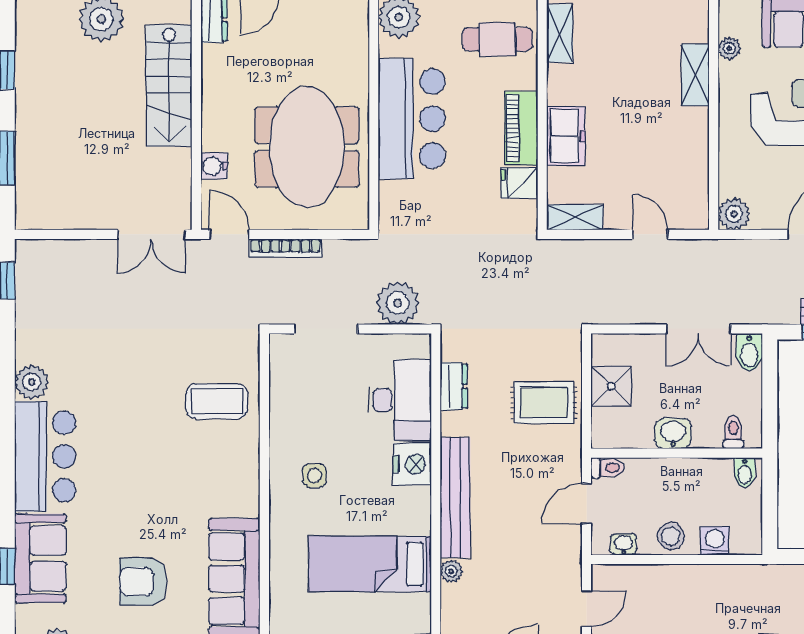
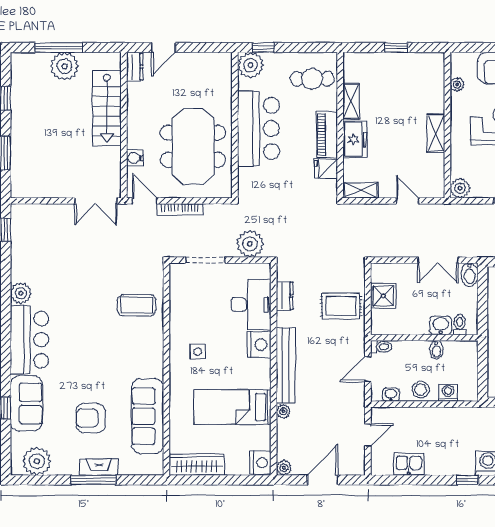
shelving: (560, 33) -> (351, 101), moved
shelving: (695, 75) -> (436, 133), moved
washbasin: (673, 433) -> (441, 325), moved
bidet: (745, 473) -> (436, 350), moved

